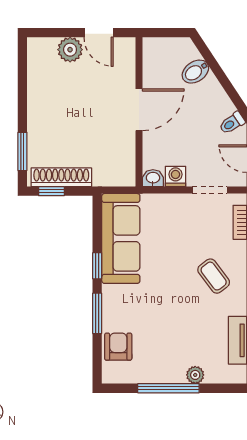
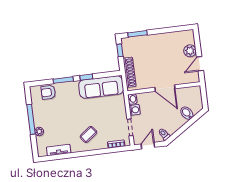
shoe rack: (61, 177) -> (129, 72), moved
armchair: (118, 347) -> (48, 92), turned 180

